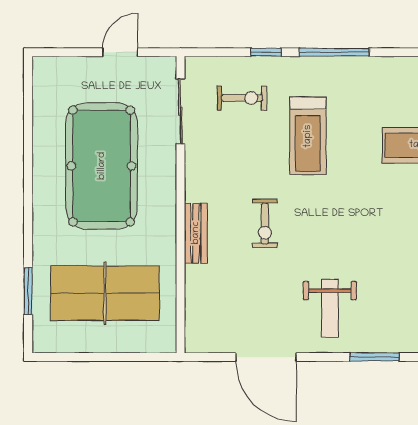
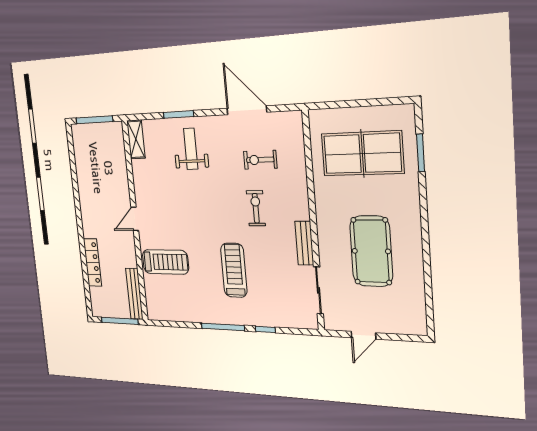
exercise bike: (242, 98) -> (260, 160), moved
pool table: (102, 166) -> (371, 251), width x0.73, depth x0.76
bench: (196, 233) -> (304, 243), moved
weight bench: (330, 308) -> (191, 149), moved

